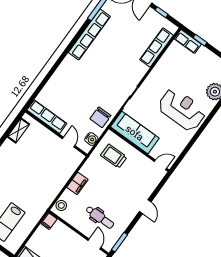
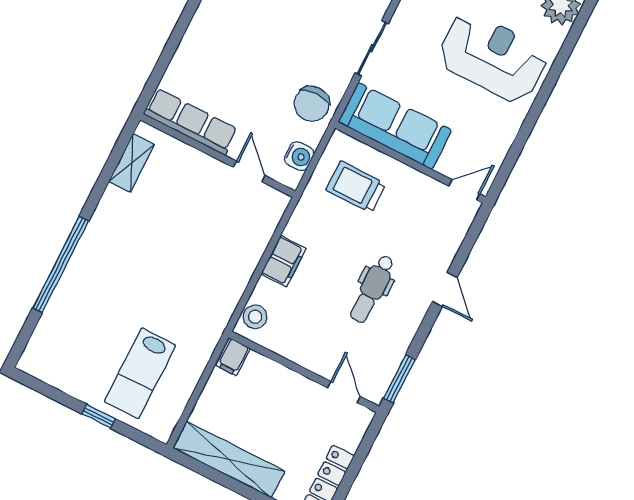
dental chair: (100, 217) -> (372, 289), moved, turned 90

